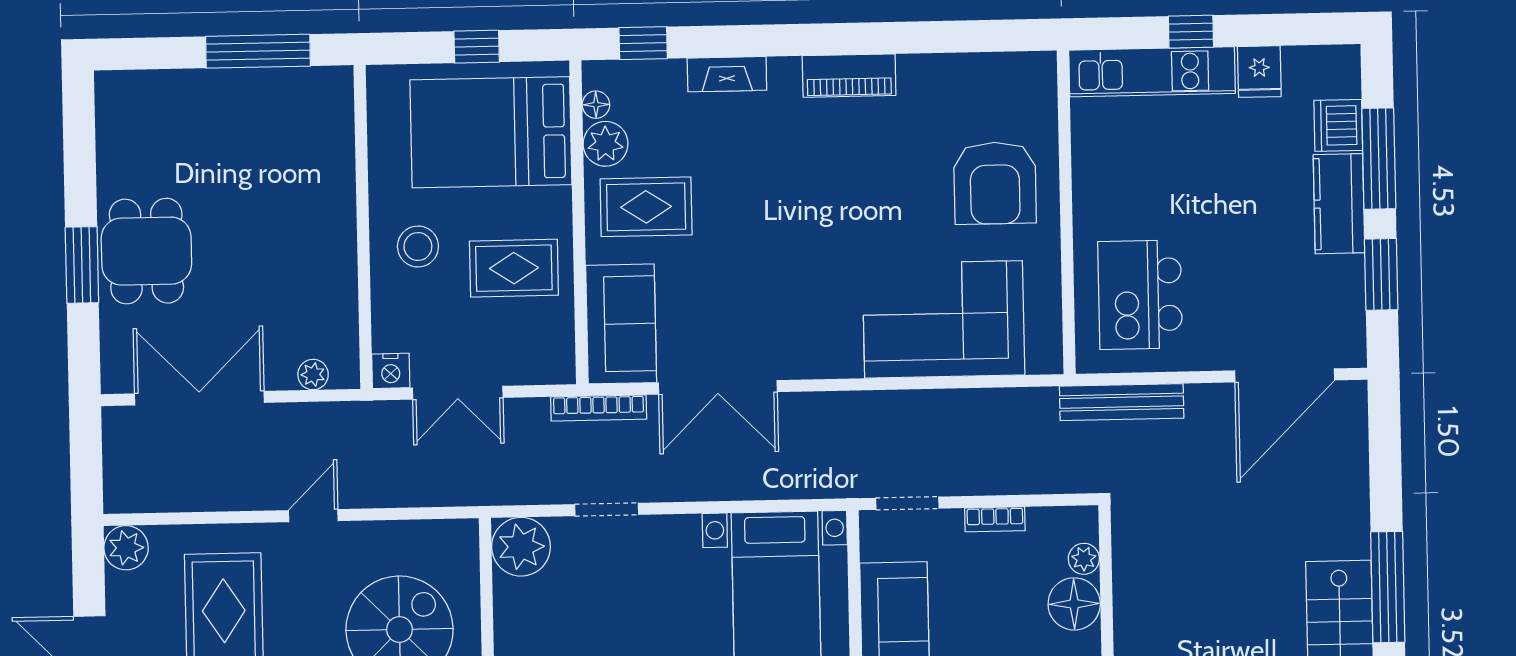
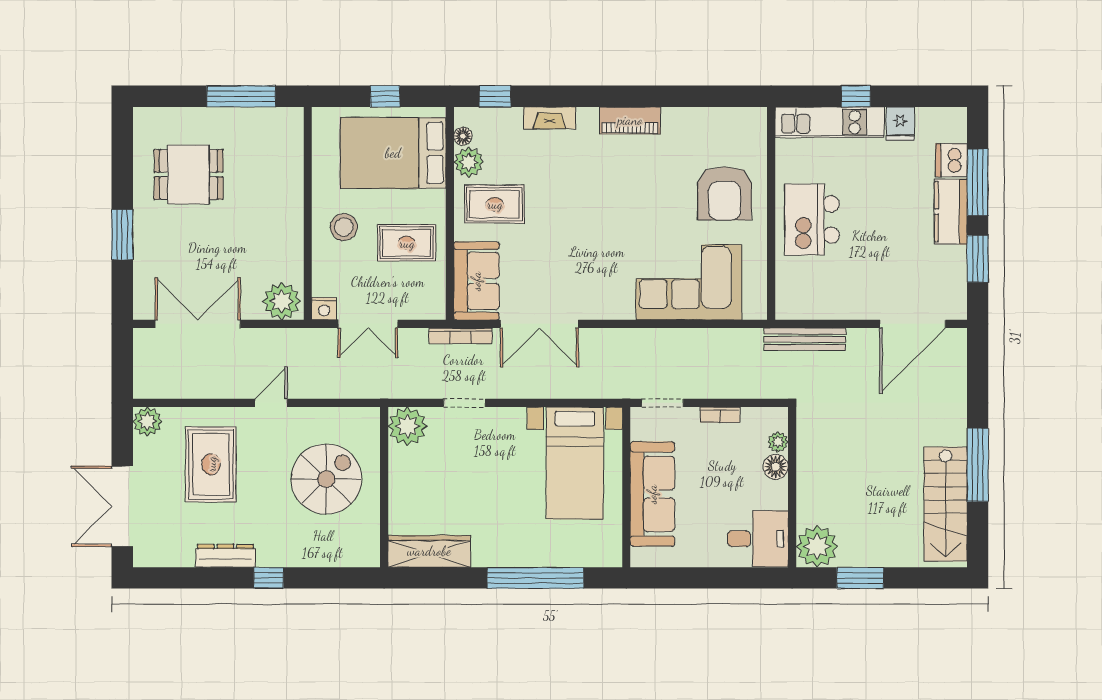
dining table: (146, 251) -> (189, 175), moved, turned 90
kitchen island: (1140, 295) -> (812, 220), moved
plant: (313, 375) -> (282, 301), width x1.87, depth x1.87
floor lamp: (1074, 604) -> (776, 467), width x0.73, depth x0.73

